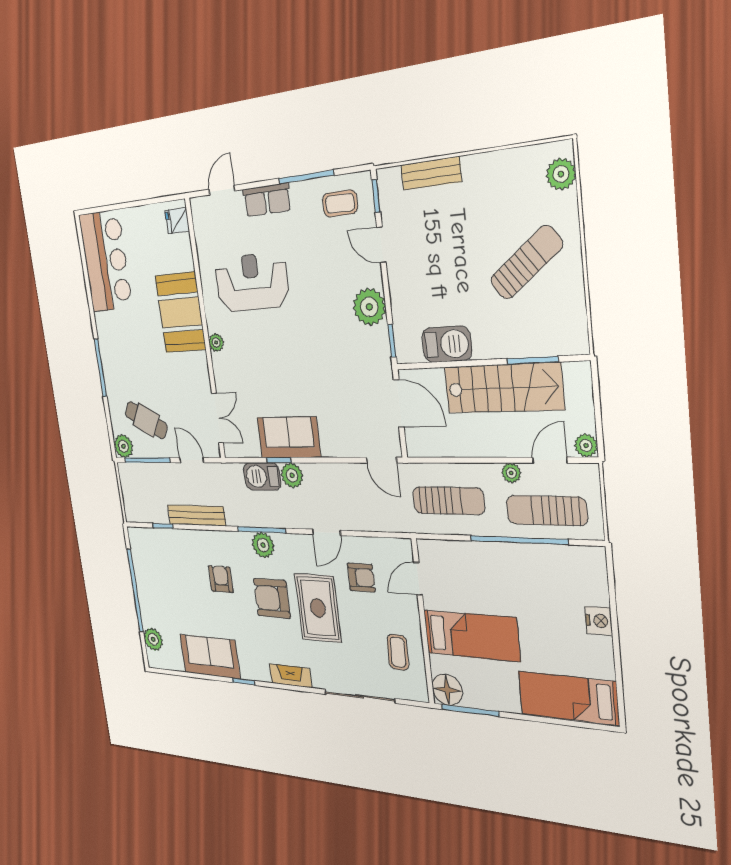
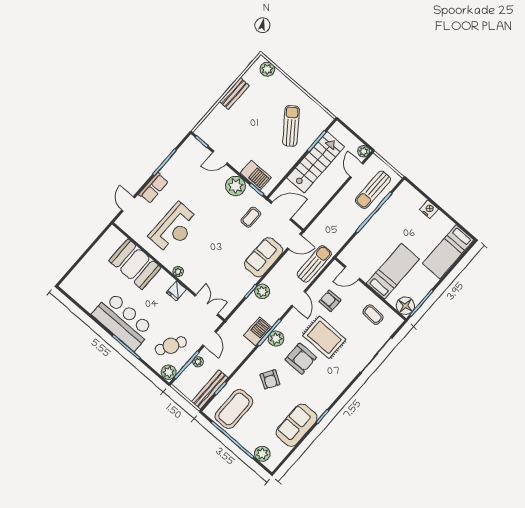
bench: (431, 173) -> (234, 94), moved
coffee table: (340, 203) -> (251, 217), moved
fridge: (177, 221) -> (176, 291), moved
bar counter: (106, 261) -> (123, 321), moved
sun lounger: (526, 262) -> (291, 126), moved
reception desk: (252, 282) -> (174, 228), turned 180
booth: (180, 313) -> (135, 264), moved
barbecue: (447, 344) -> (256, 175), moved, turned 90
sofa: (289, 437) -> (264, 257), moved
door: (192, 460) -> (209, 339), swing flipped
plant: (511, 473) -> (198, 362), moved
barbecue: (262, 476) -> (258, 331), moved, turned 180
sun lounger: (448, 501) -> (314, 264), moved
bench: (196, 515) -> (210, 390), moved
coffee table: (160, 563) -> (234, 409), added
armchair: (361, 578) -> (330, 301), turned -90
armchair: (221, 579) -> (270, 379), turned -148
door: (418, 579) -> (352, 273), hinge flipped
armchair: (272, 598) -> (301, 359), turned -90
fireplace: (291, 676) -> (340, 385), removed

